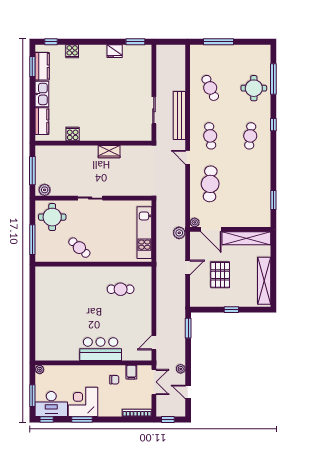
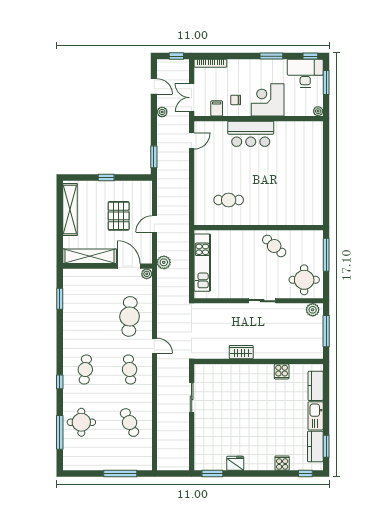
bench: (179, 115) -> (164, 392), removed
corner desk: (83, 402) -> (268, 100), moved, turned 180

